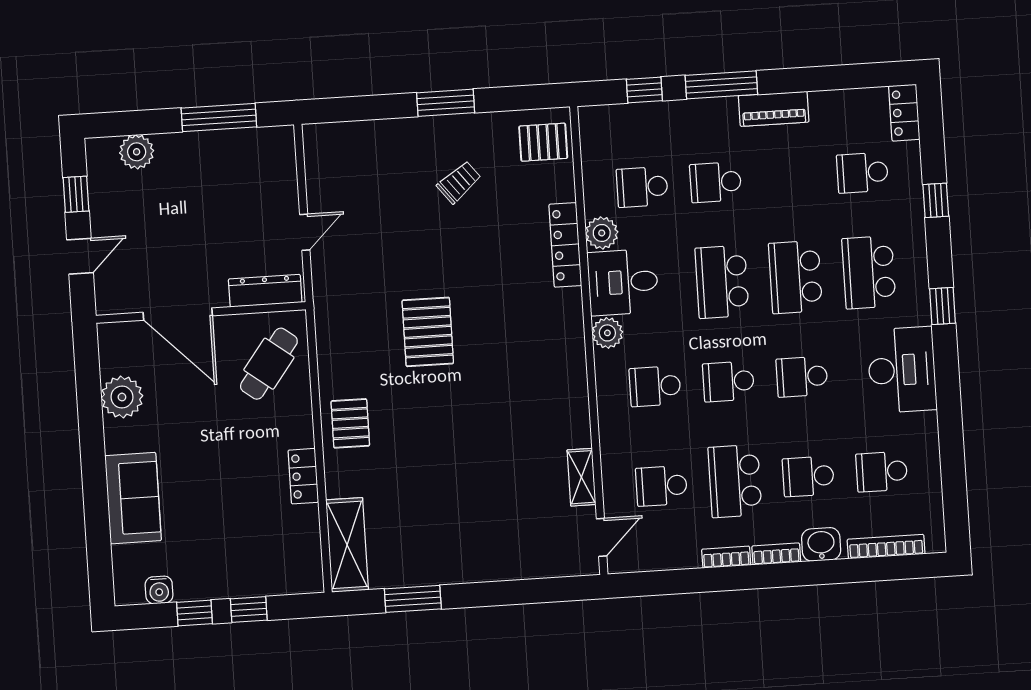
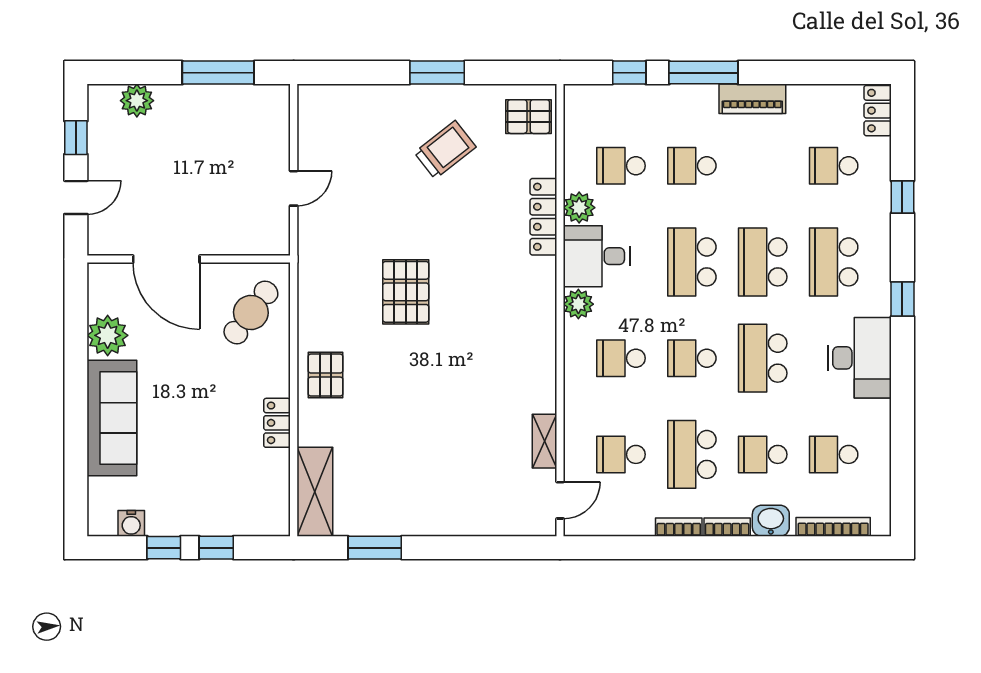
trolley: (459, 182) -> (445, 150), width x1.36, depth x1.39
dresser: (265, 291) -> (252, 242), removed
school desk: (802, 377) -> (763, 358), width x1.85
sofa: (133, 498) -> (112, 418), width x1.36

